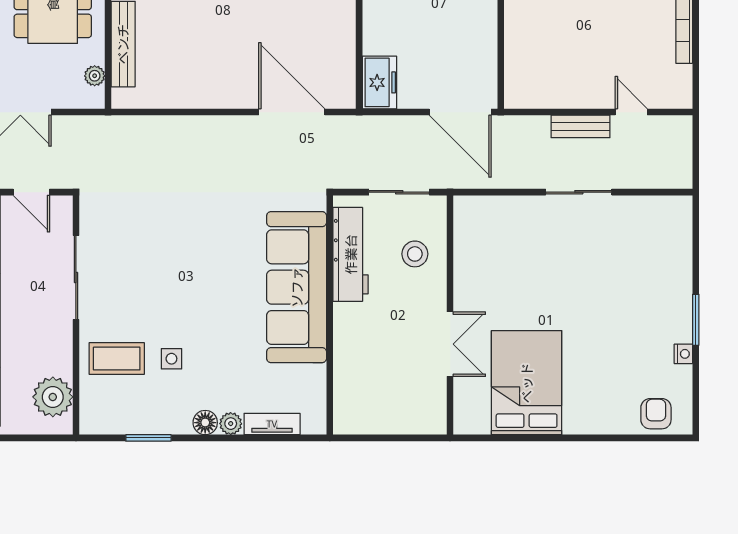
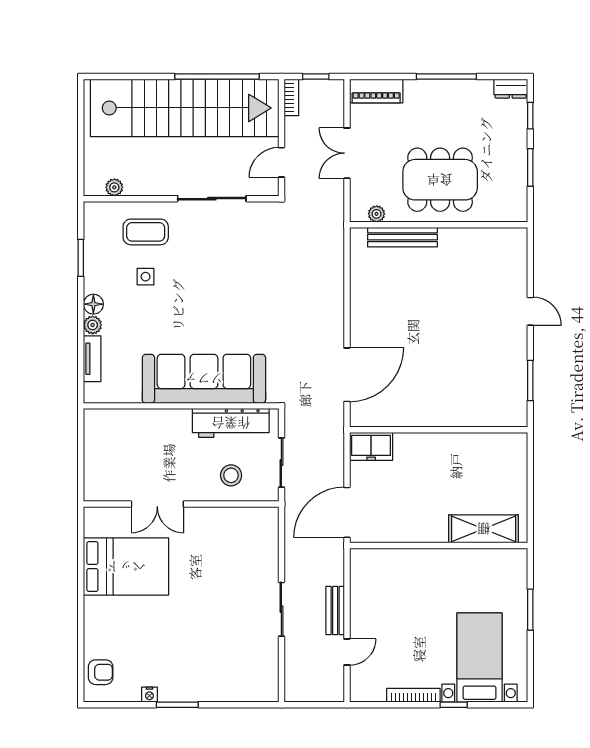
coffee table: (117, 359) -> (146, 232), turned 90
plant: (53, 397) -> (114, 187), width x0.53, depth x0.53

